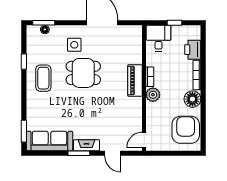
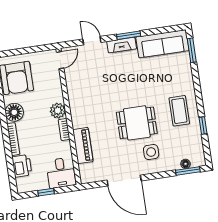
piano: (135, 81) -> (83, 146), moved

